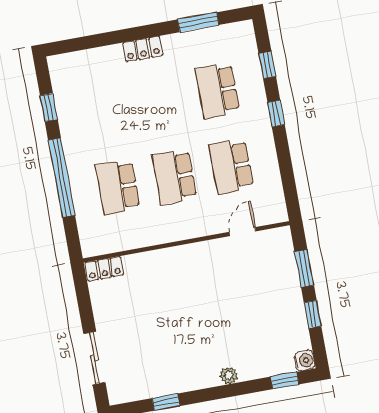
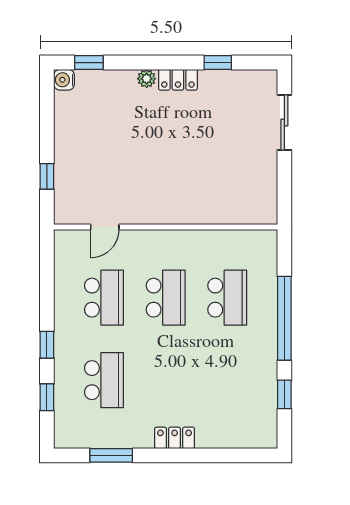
locker: (104, 269) -> (178, 80), moved, turned 180
window: (304, 269) -> (47, 176), width x0.67
window: (313, 314) -> (47, 127), removed

